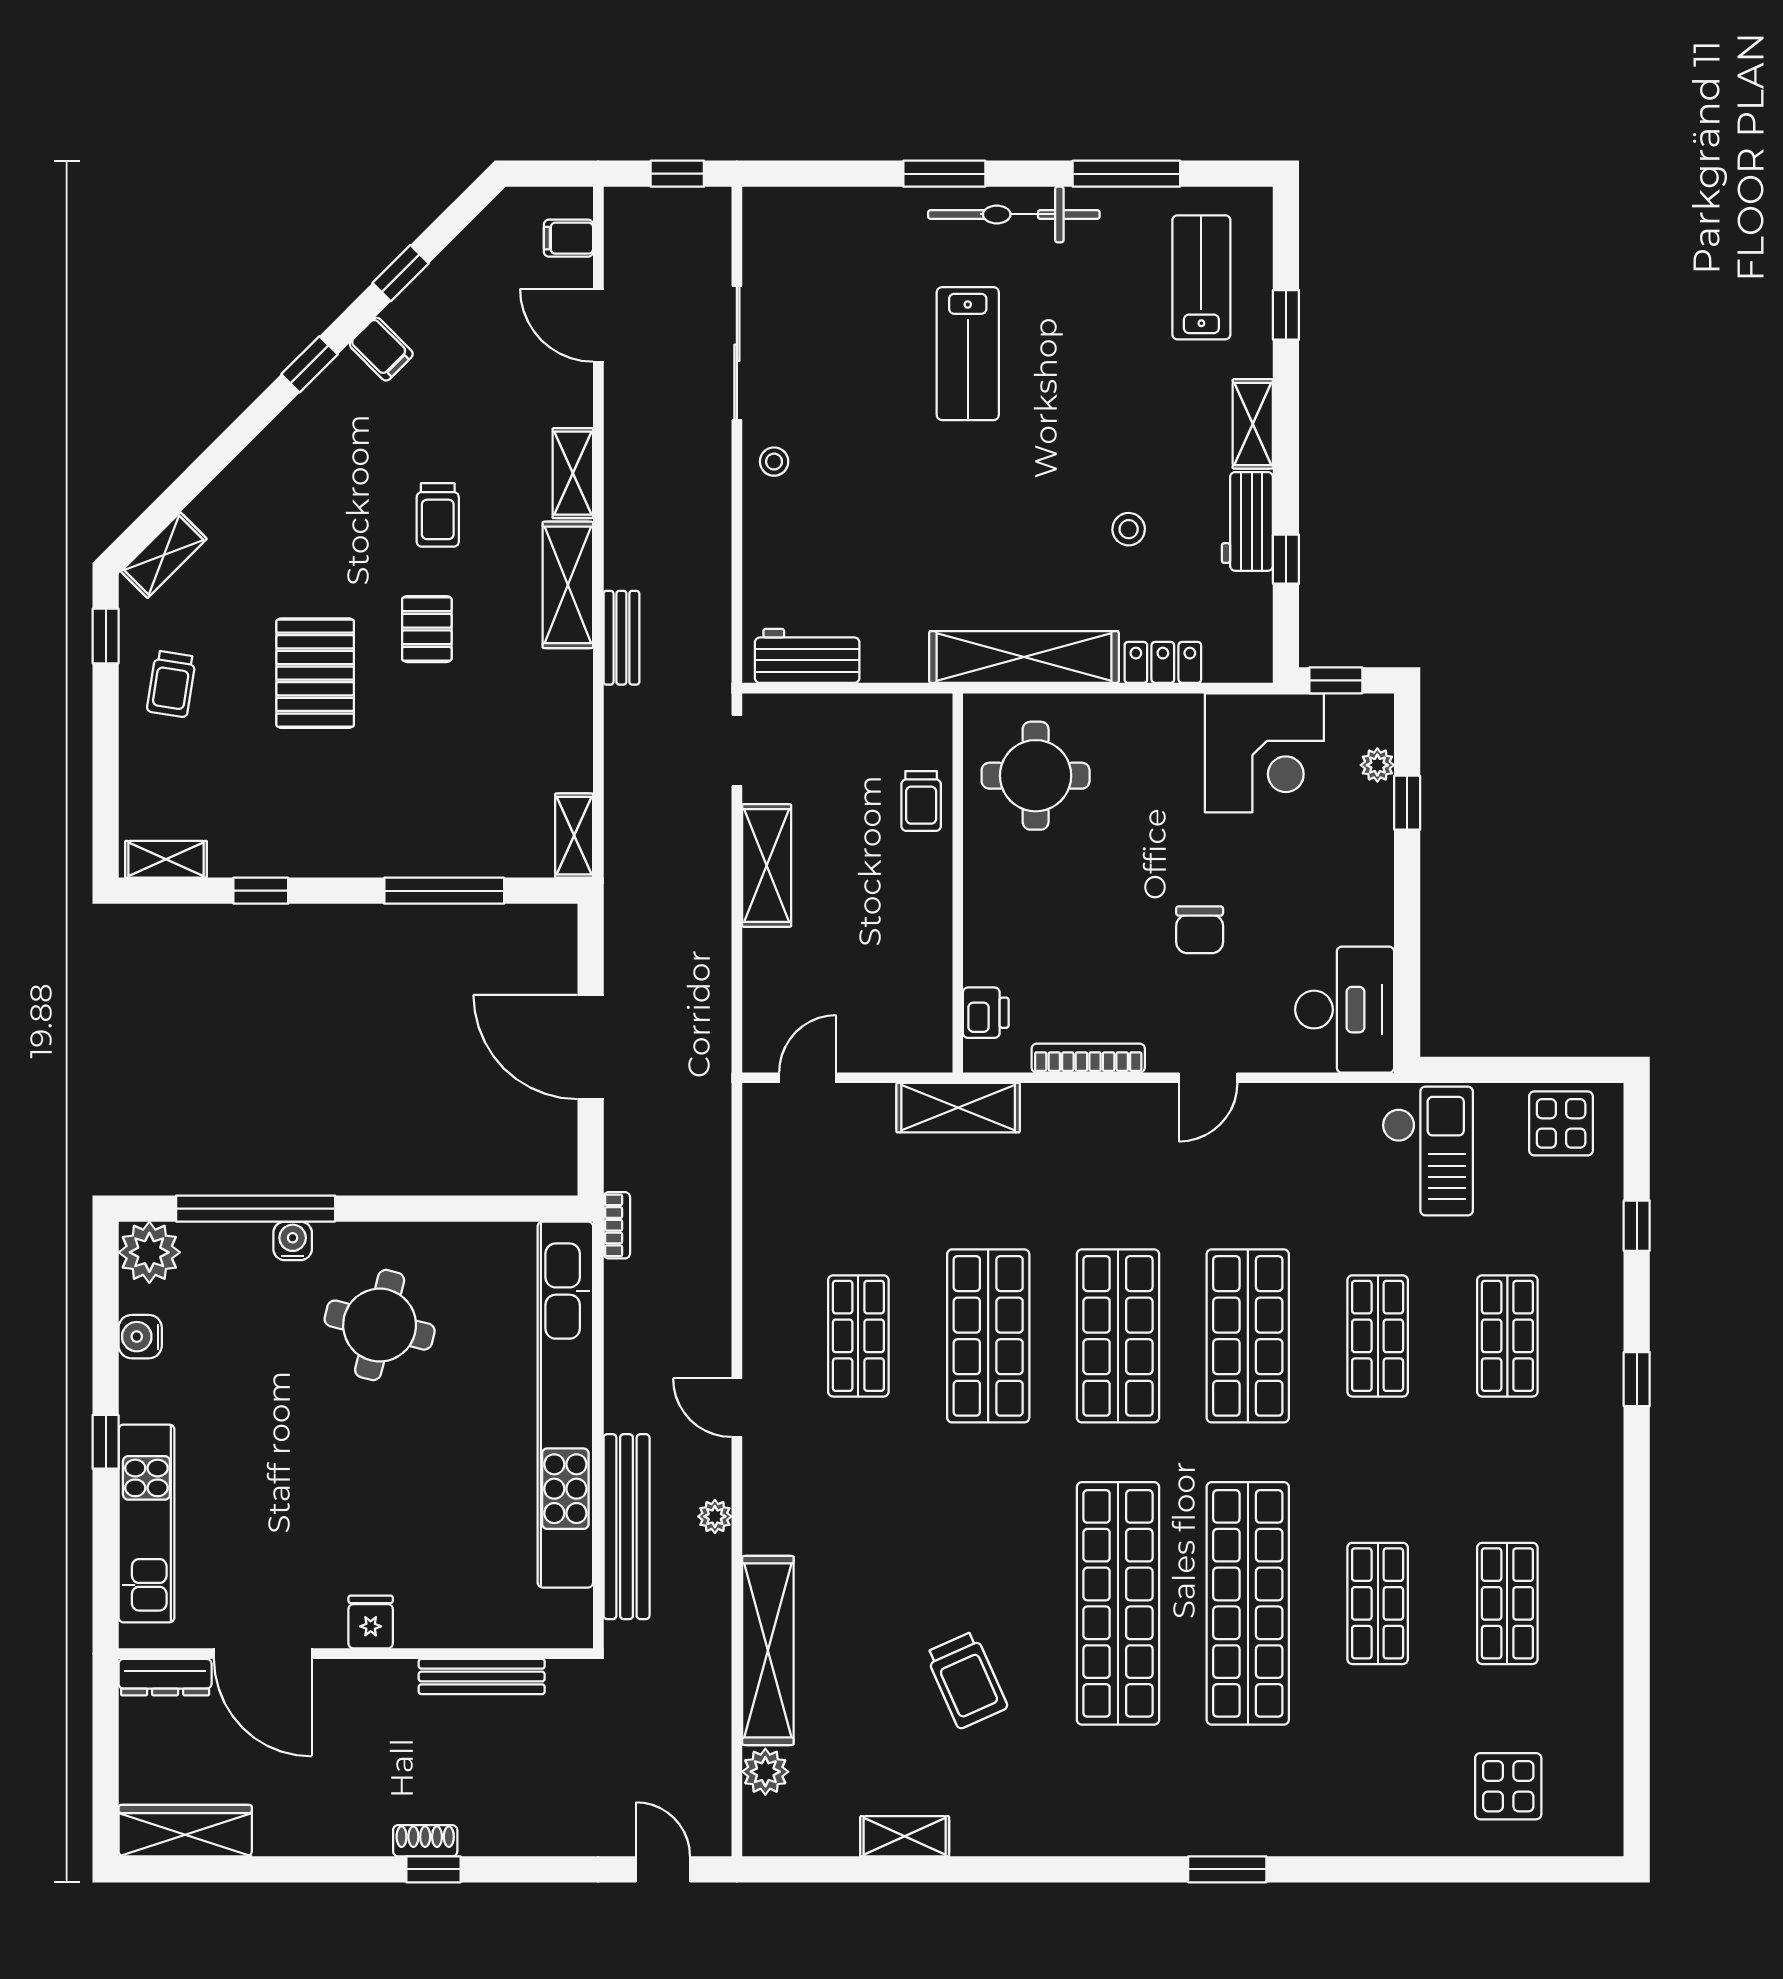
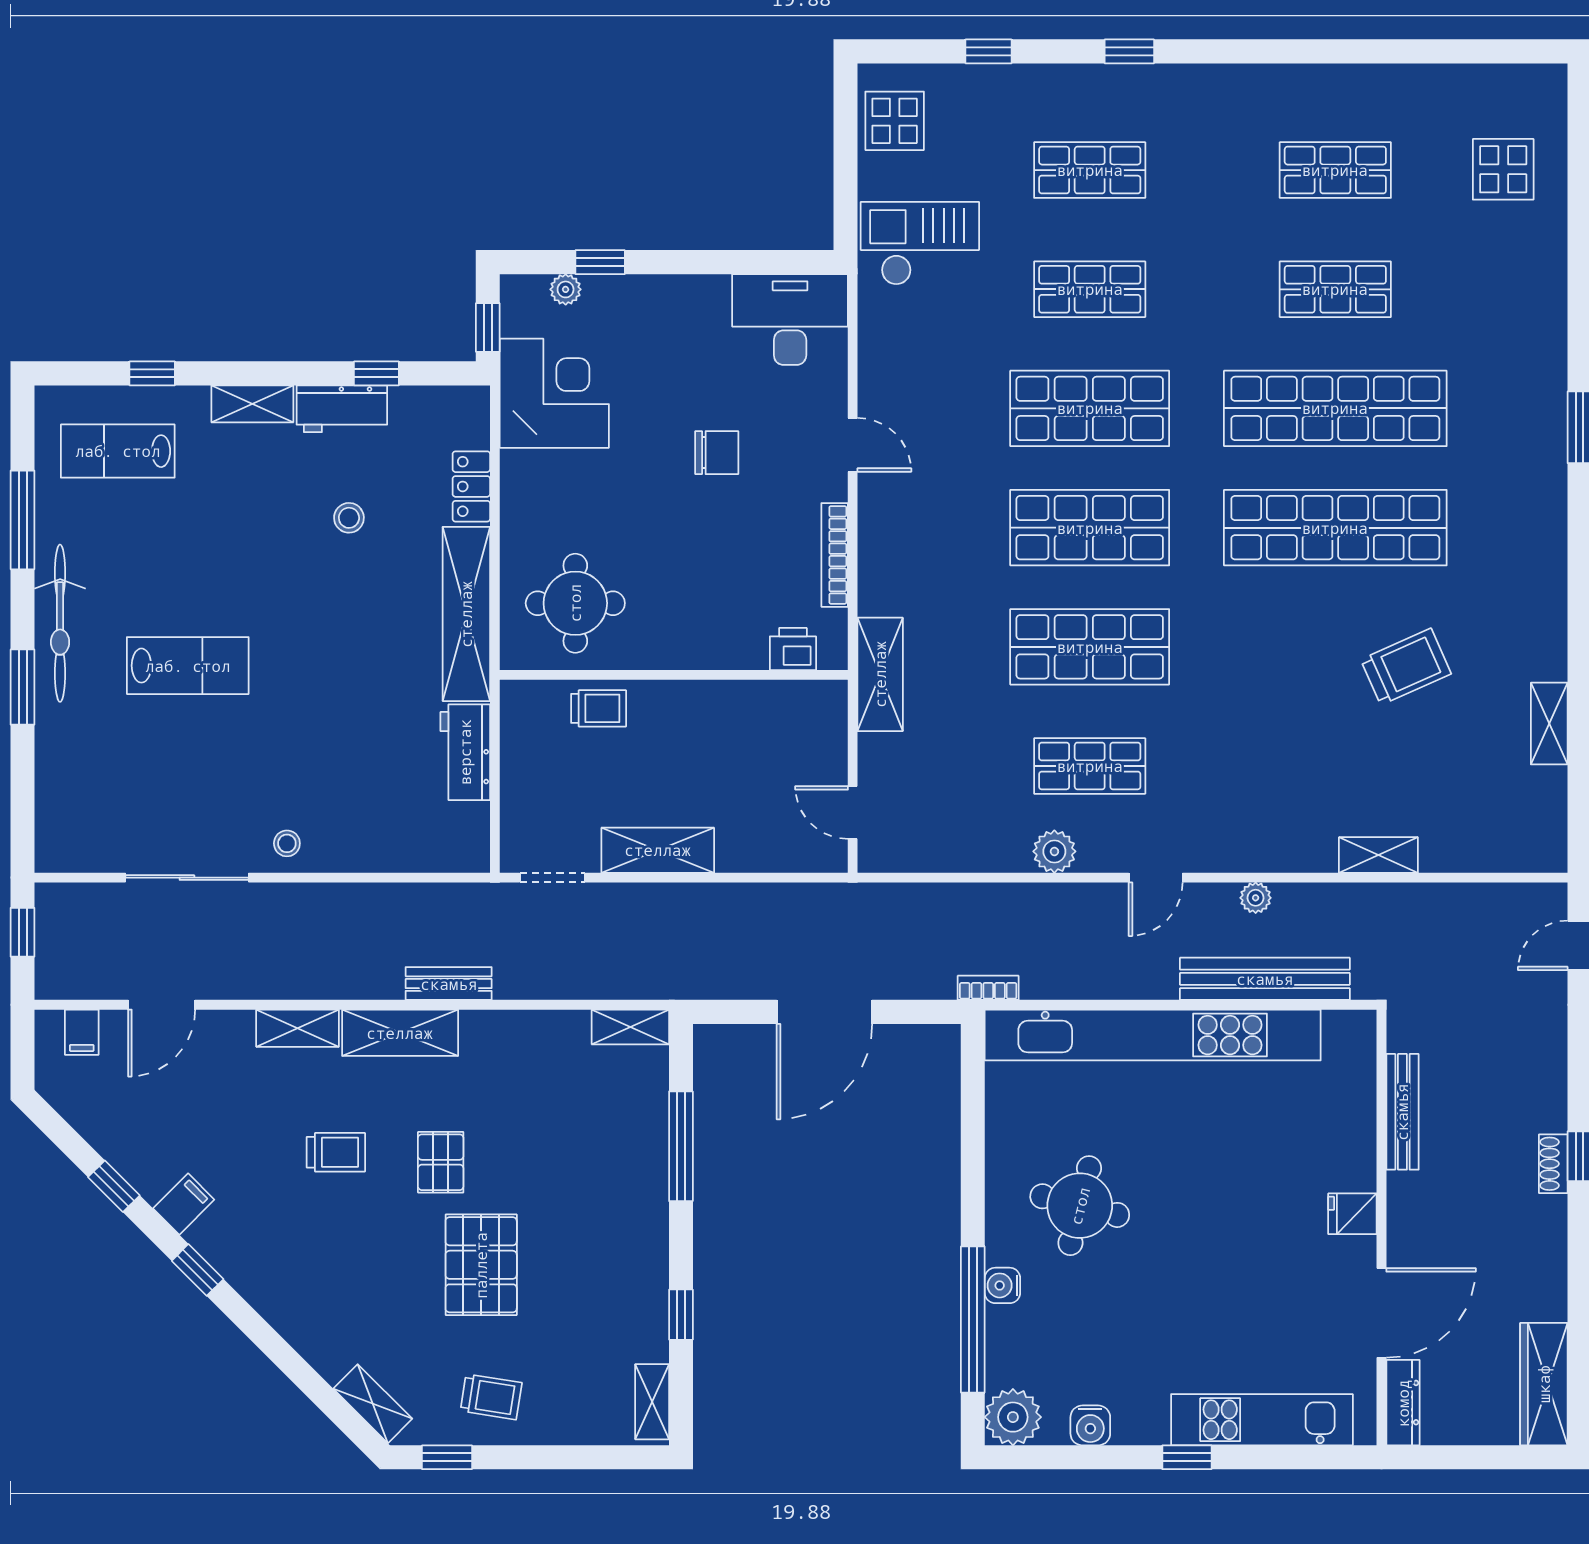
pallet: (427, 629) -> (441, 1162), turned 90
workbench: (807, 656) -> (465, 752), moved
pallet: (315, 673) -> (481, 1265), turned 90
shelving: (768, 1650) -> (1378, 855), width x0.45, depth x0.75
plant: (765, 1772) -> (1054, 851), moved

